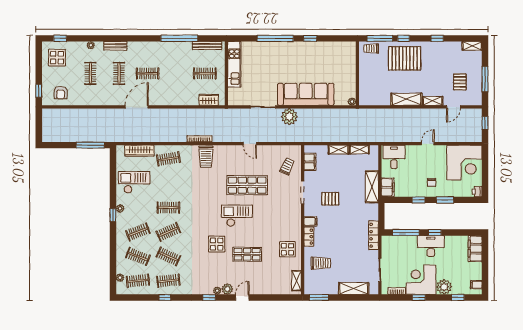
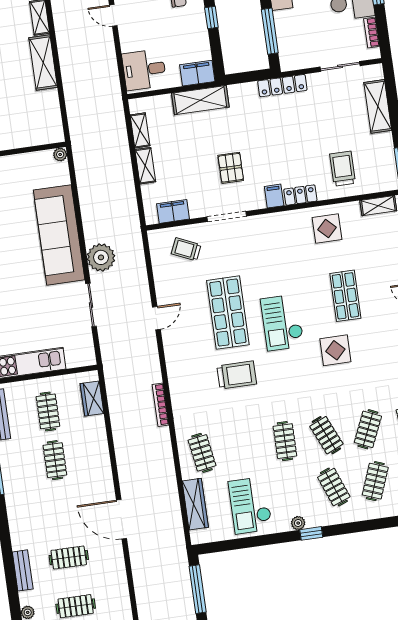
clothes rail: (148, 73) -> (55, 460), moved
trolley: (206, 157) -> (237, 375), moved

